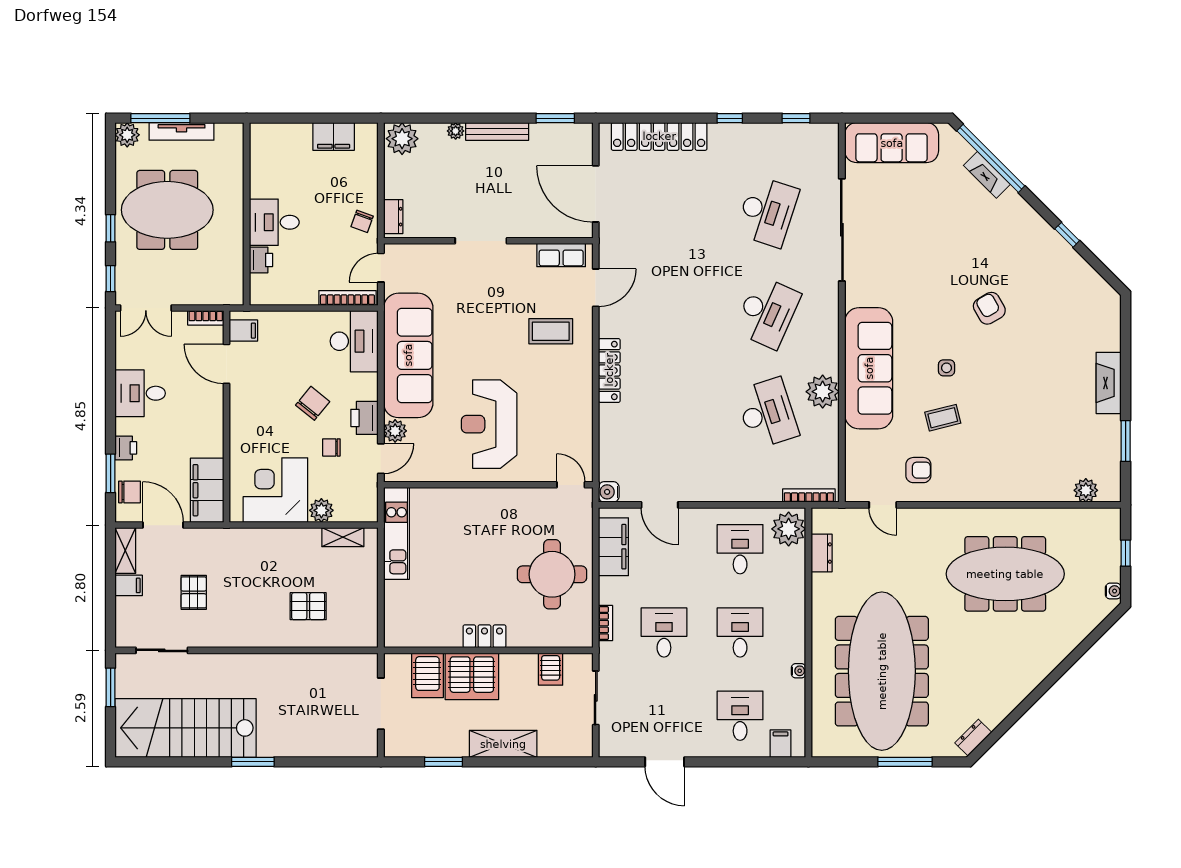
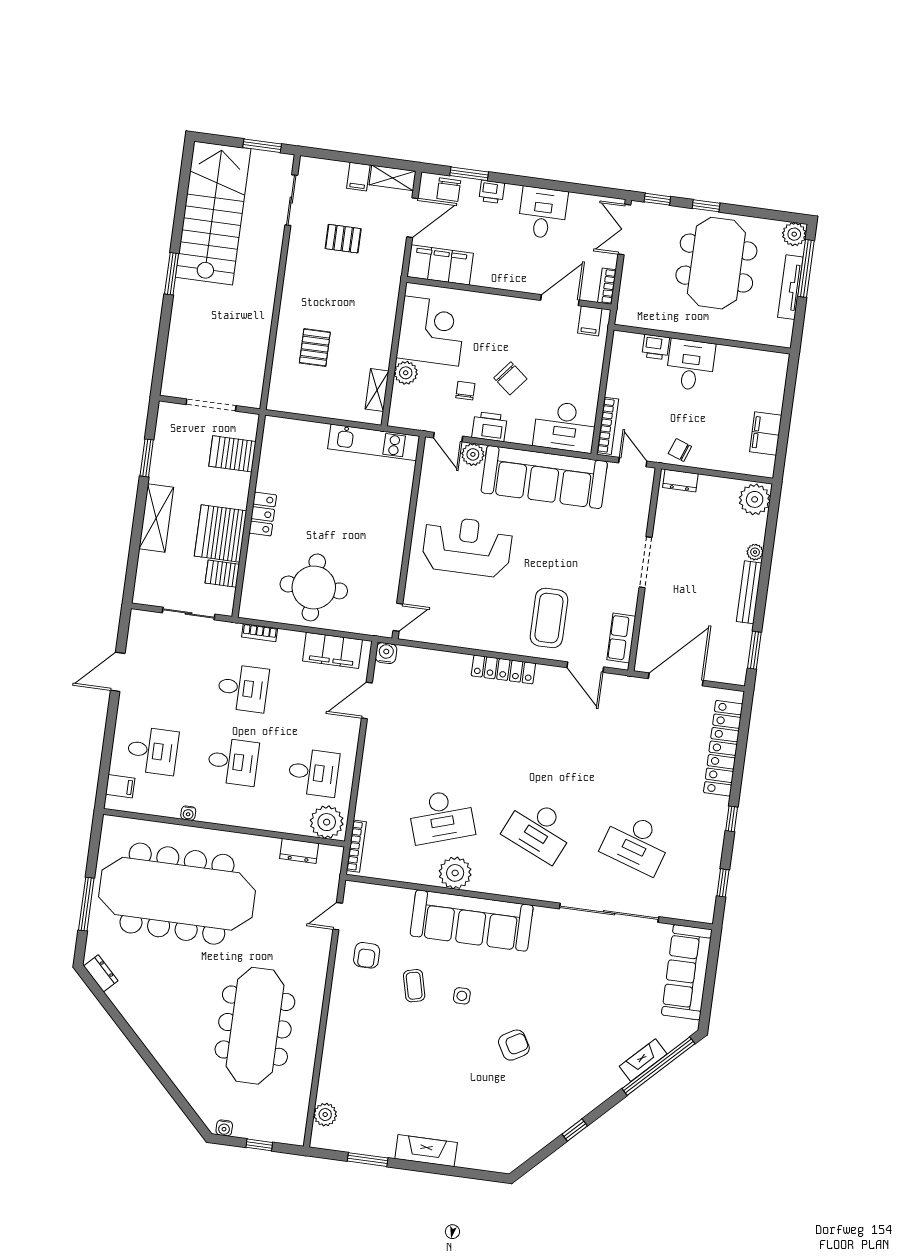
coffee table: (551, 331) -> (549, 618), width x1.36, depth x1.32
server rack: (472, 676) -> (221, 533), moved

